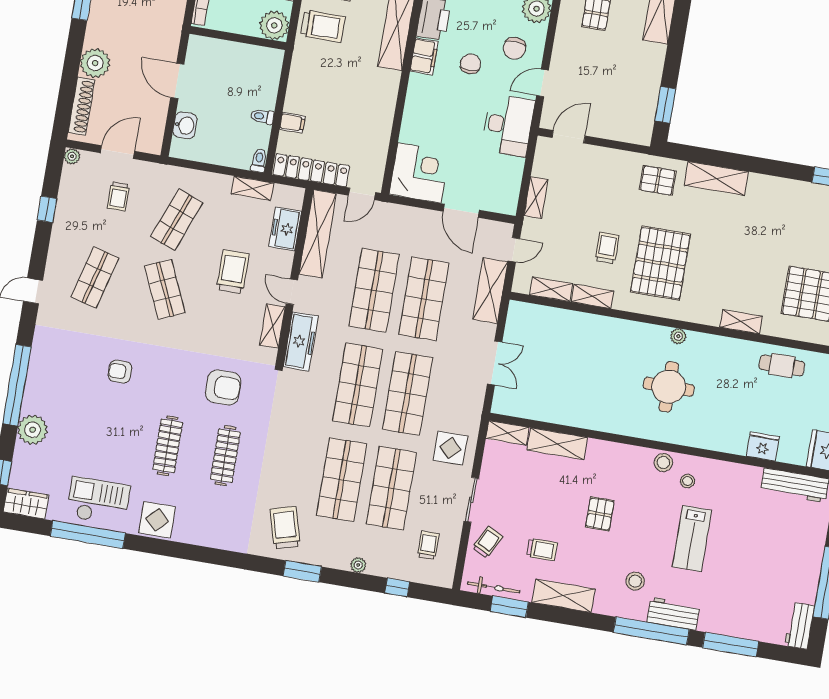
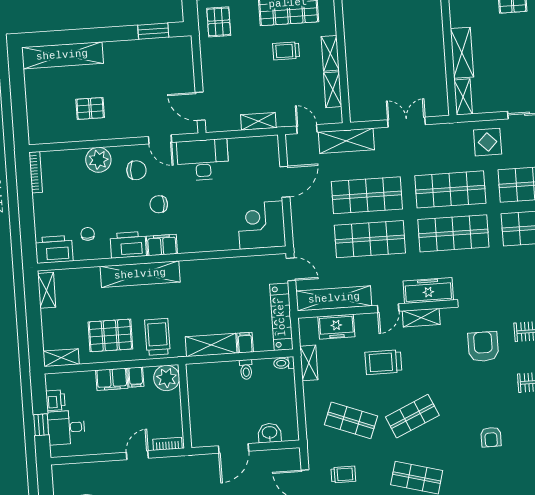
shelving: (299, 84) -> (211, 345), added

